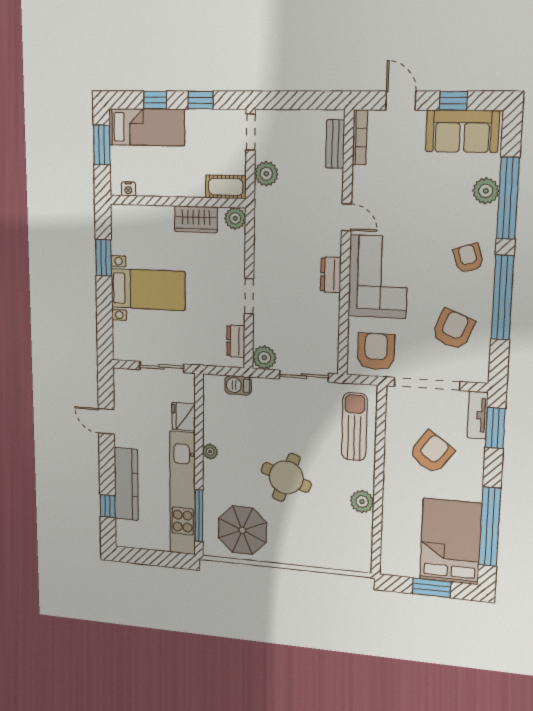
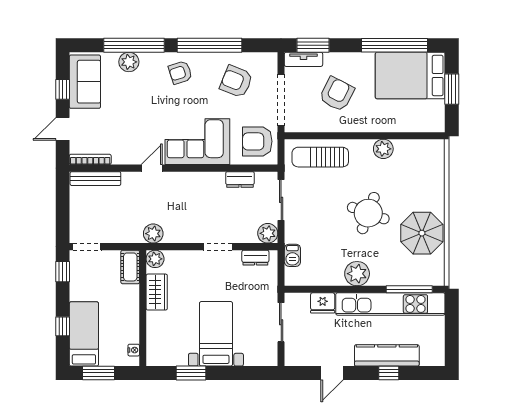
window: (201, 100) -> (63, 272), moved
bench: (335, 144) -> (95, 179), width x1.36
plant: (266, 174) -> (153, 234), moved
dresser: (331, 275) -> (240, 180), moved
plant: (210, 452) -> (357, 274), width x1.88, depth x1.88
armchair: (431, 452) -> (337, 94), turned 81
window: (108, 506) -> (389, 373), moved
parasol: (242, 530) -> (422, 233), moved

